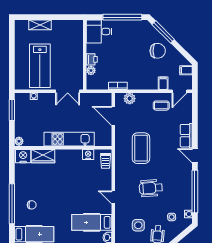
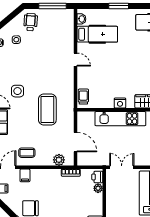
printer: (92, 59) -> (97, 177), moved
nightstand: (88, 155) -> (120, 103), moved
wheelchair: (151, 188) -> (37, 69), removed
side table: (138, 225) -> (18, 91), moved

